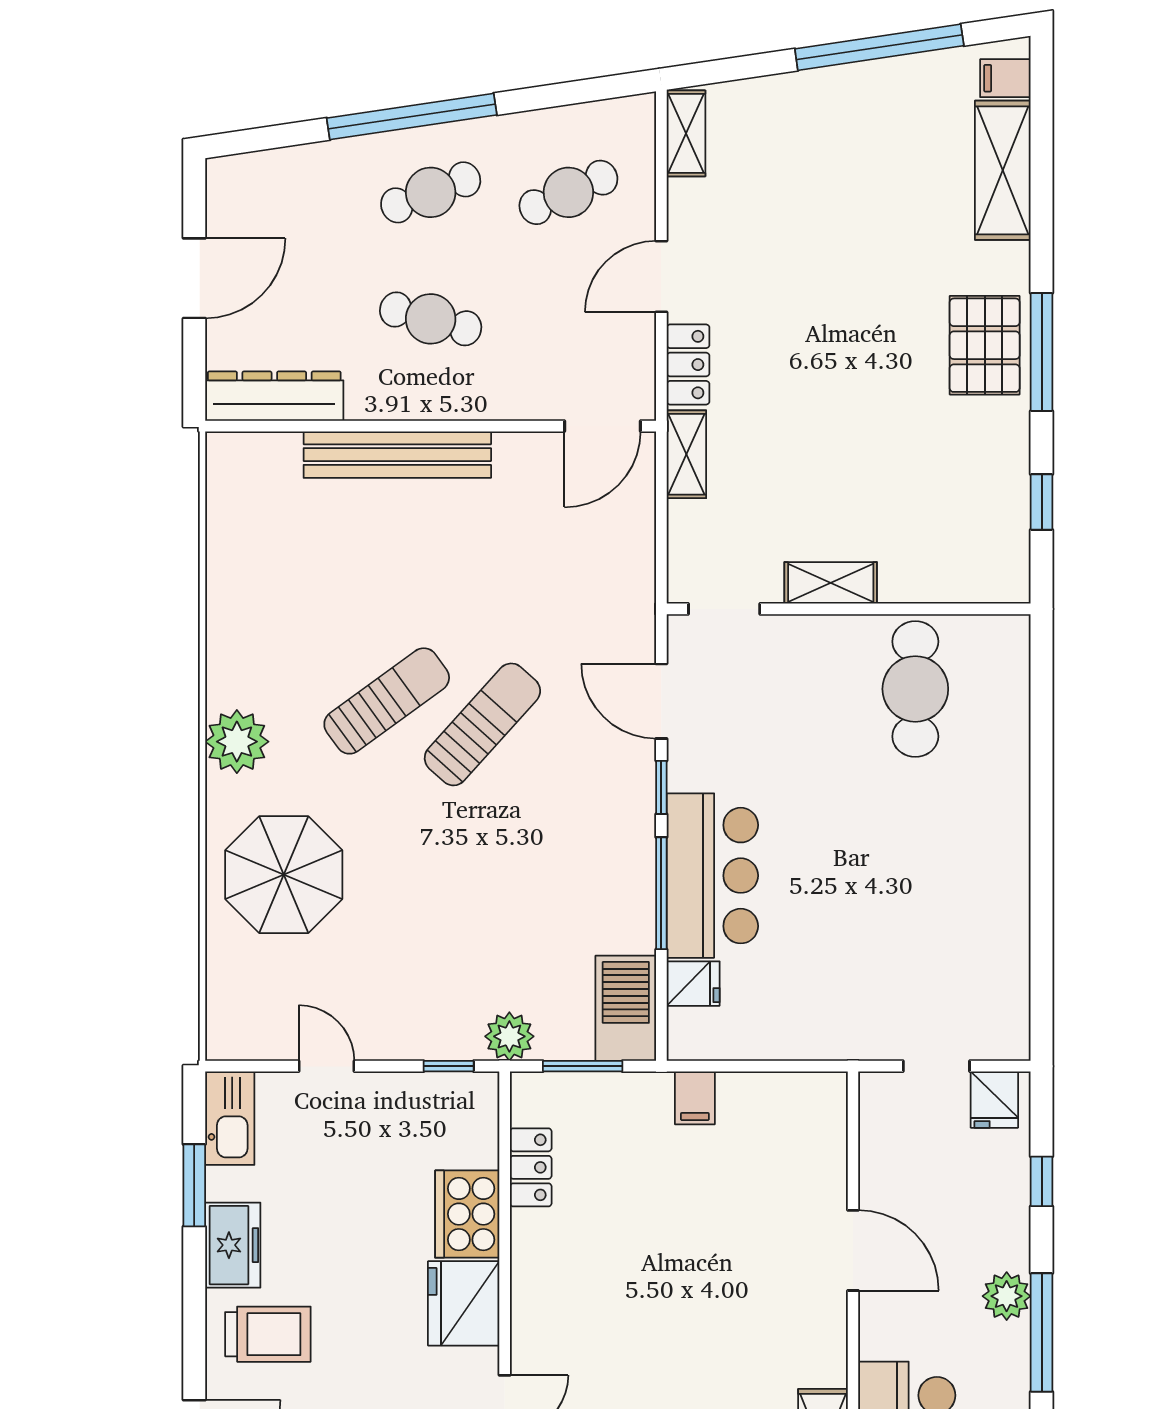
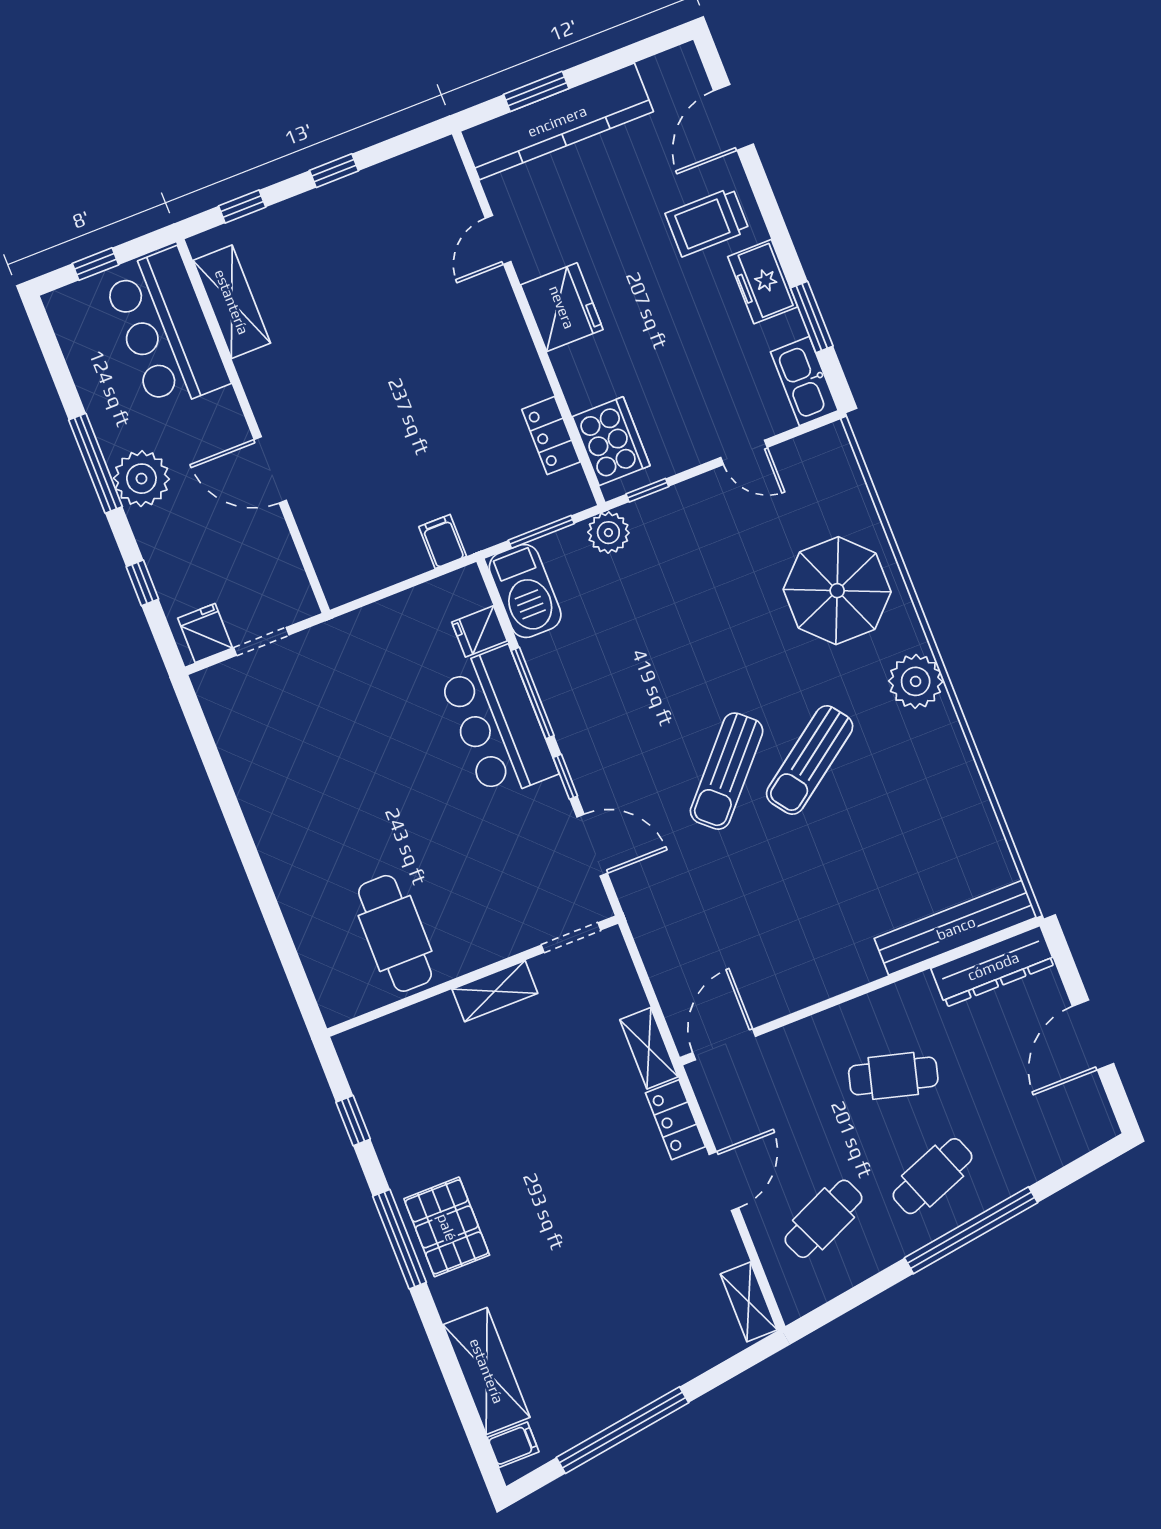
bench: (397, 455) -> (956, 928), moved
cooker: (467, 1214) -> (611, 441), moved
plant: (1007, 1296) -> (141, 479), width x1.36, depth x1.36

